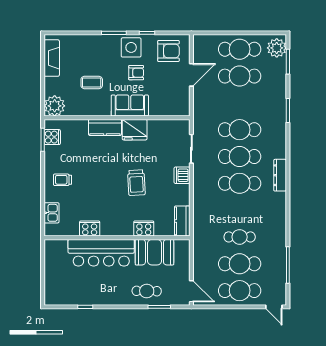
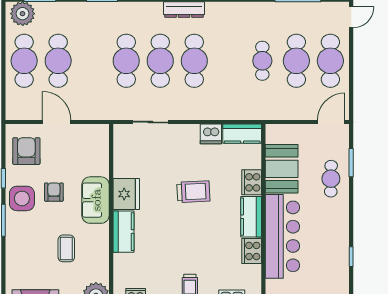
dishwasher: (182, 175) -> (211, 134), moved
kitchen counter: (117, 228) -> (251, 217), added

